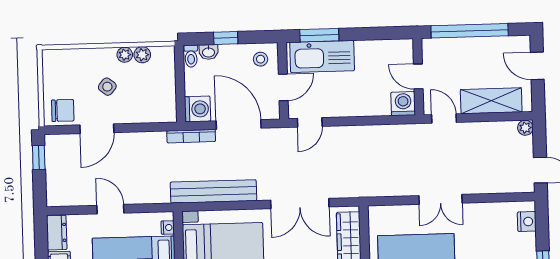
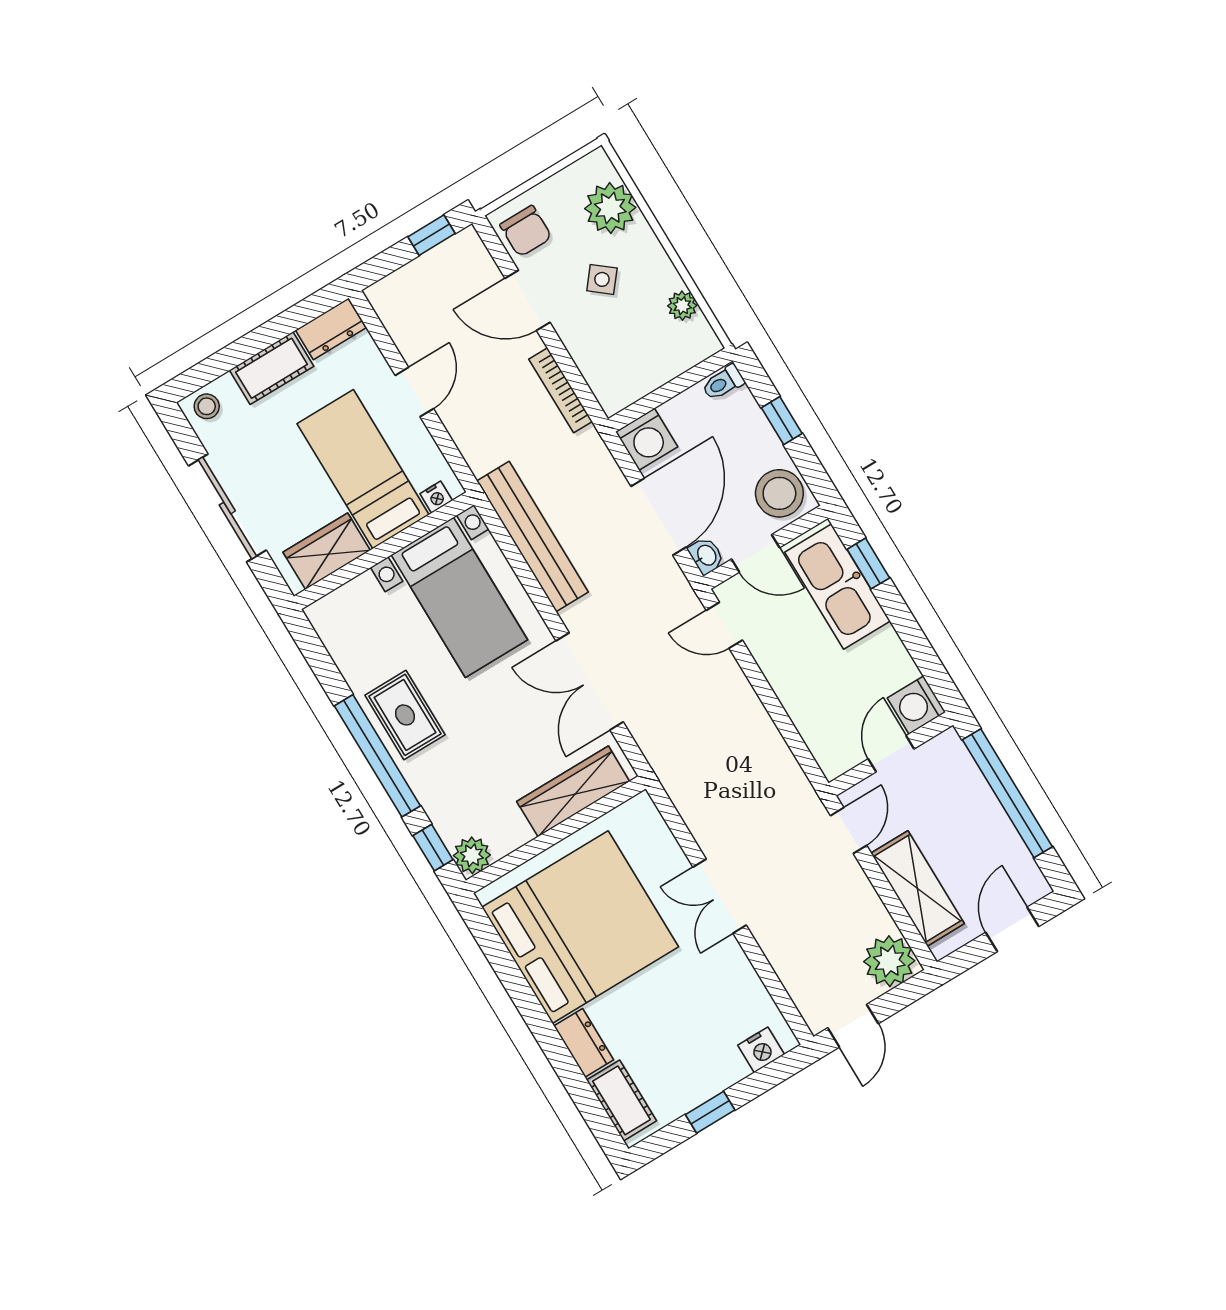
window: (319, 35) -> (868, 564), width x0.67
washbasin: (209, 52) -> (706, 556), moved, turned 180
plant: (125, 55) -> (610, 208), moved, width x1.87, depth x1.87
stool: (261, 59) -> (779, 493), width x1.89, depth x1.89
washing machine: (403, 104) -> (916, 705), moved, turned 180
plant: (525, 128) -> (889, 961), width x1.87, depth x1.87
bookcase: (191, 136) -> (561, 390), moved

